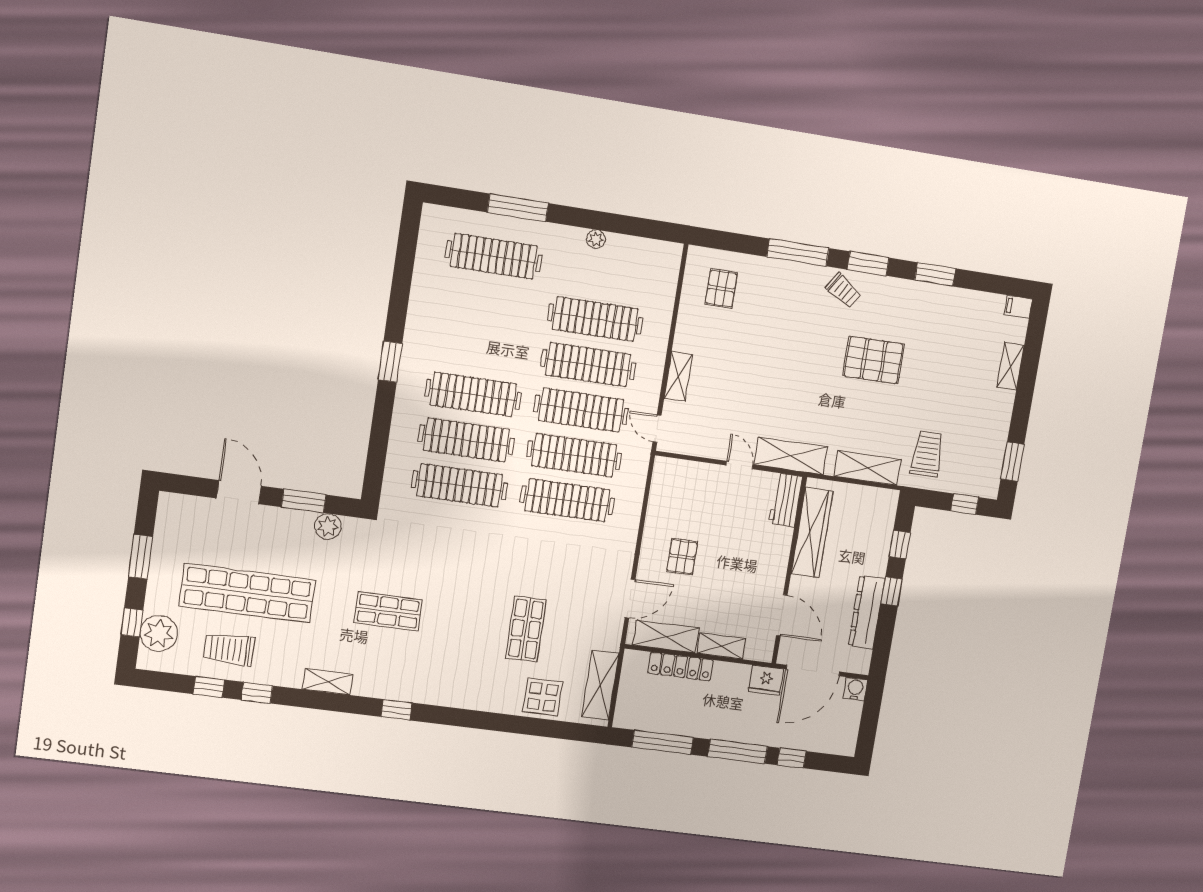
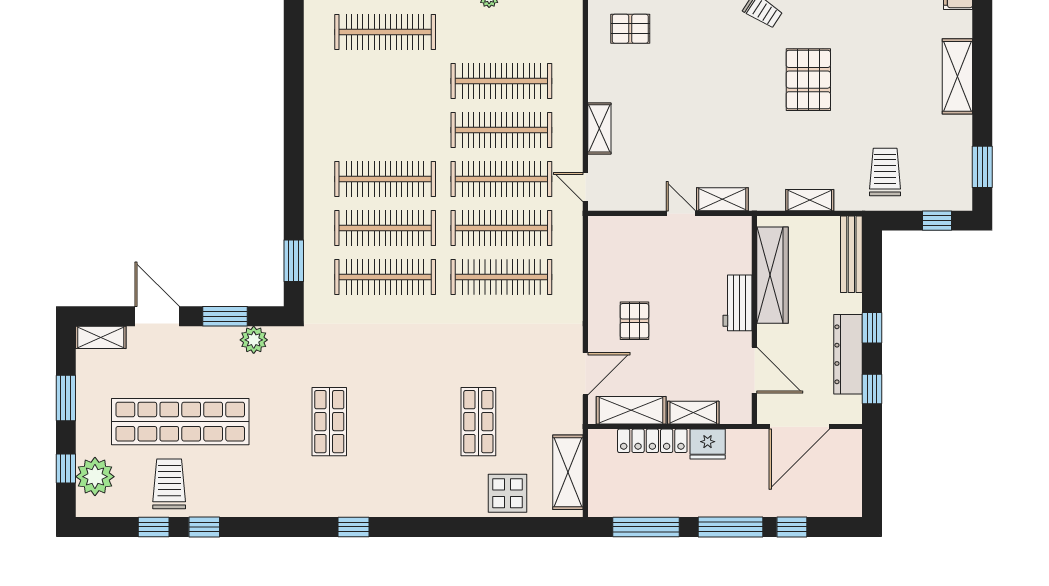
pallet: (721, 289) -> (630, 29), turned 90
pallet: (874, 360) -> (808, 80), turned 90
window: (390, 362) -> (294, 261), moved
shelving: (1010, 366) -> (957, 76), width x1.50, depth x1.33
shelving: (791, 456) -> (722, 199), width x0.67, depth x0.75
shelving: (867, 468) -> (810, 200), width x0.67, depth x0.75
workbench: (786, 500) -> (737, 303), moved
bench: (885, 523) -> (851, 254), added
window: (900, 545) -> (872, 389), moved
shop shelf: (388, 611) -> (329, 422), turned 90
trolley: (229, 649) -> (169, 484), turned 90
fridge: (766, 680) -> (708, 444), moved
shelving: (328, 682) -> (101, 337), moved
water cooler: (855, 689) -> (850, 441), removed

